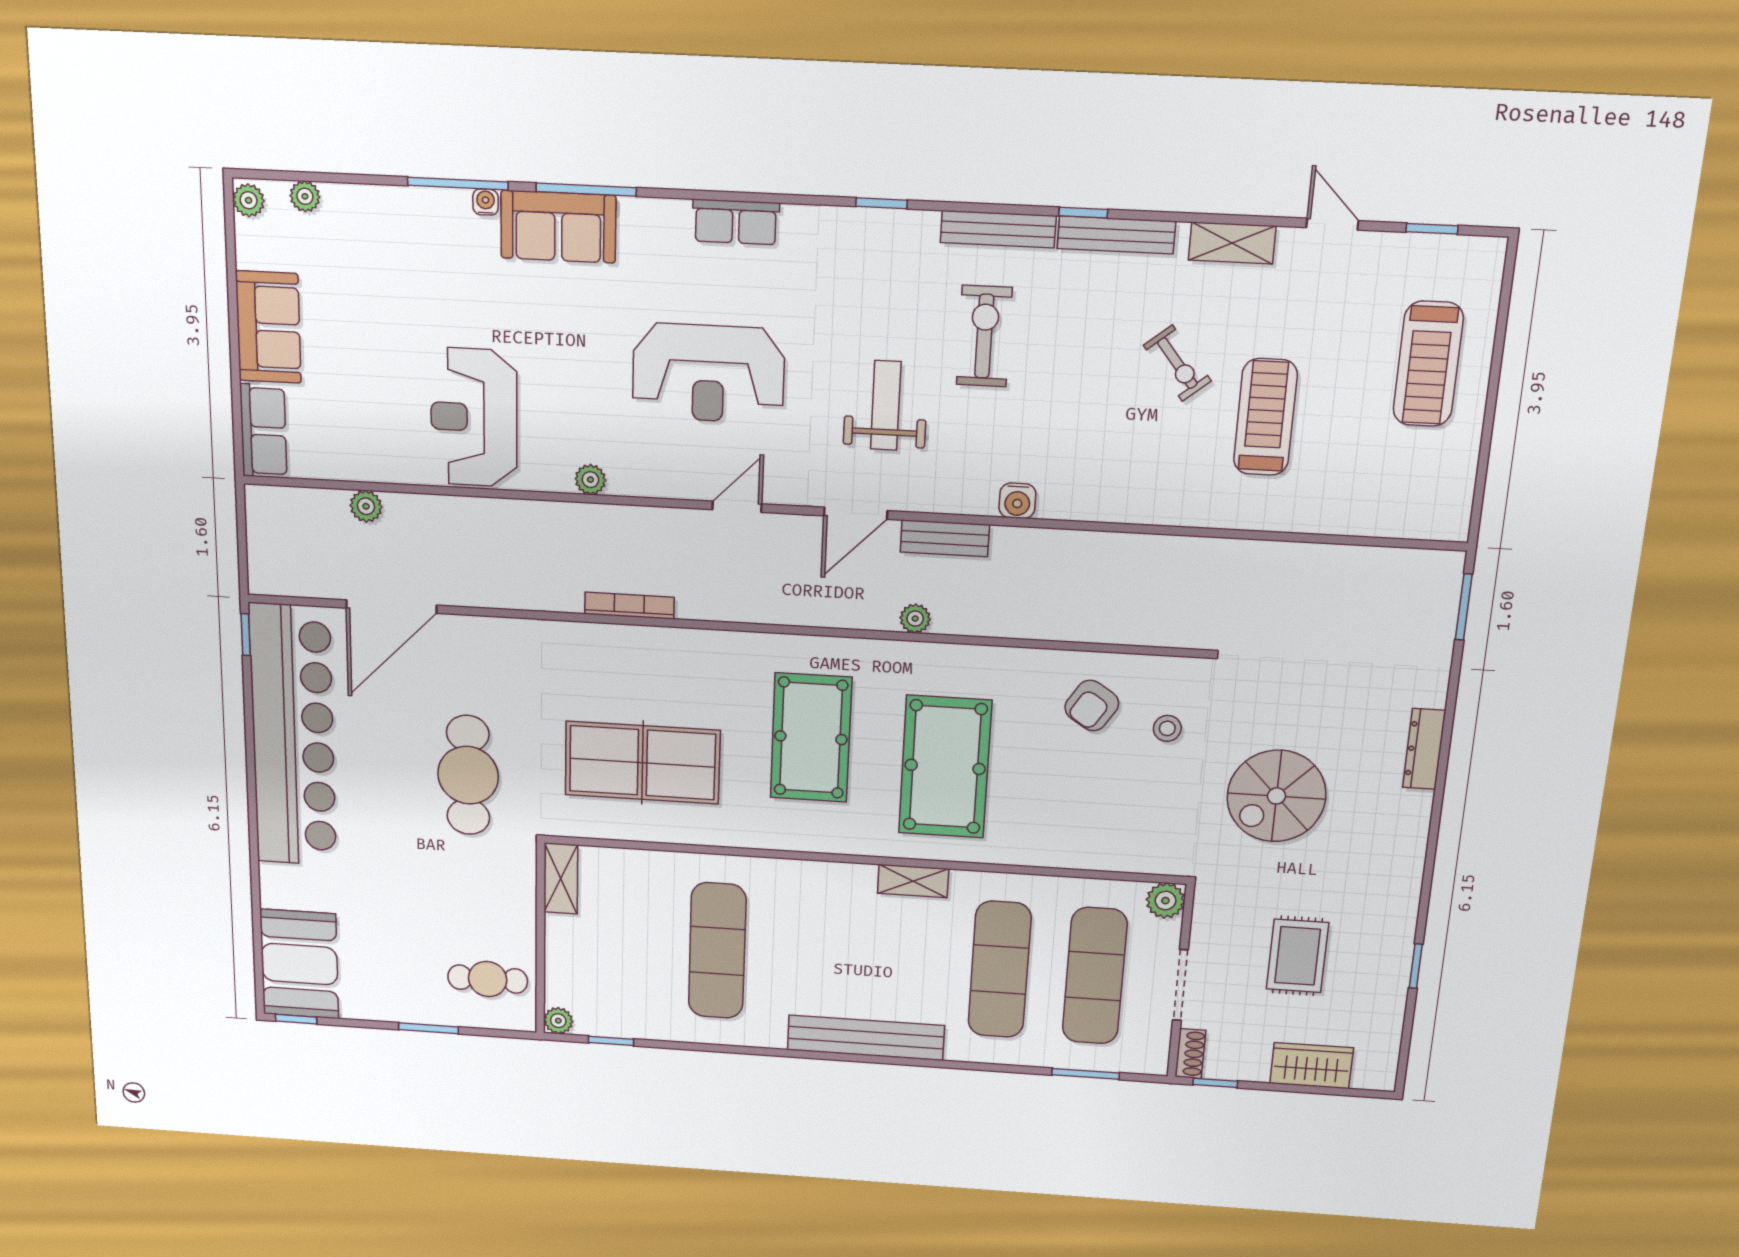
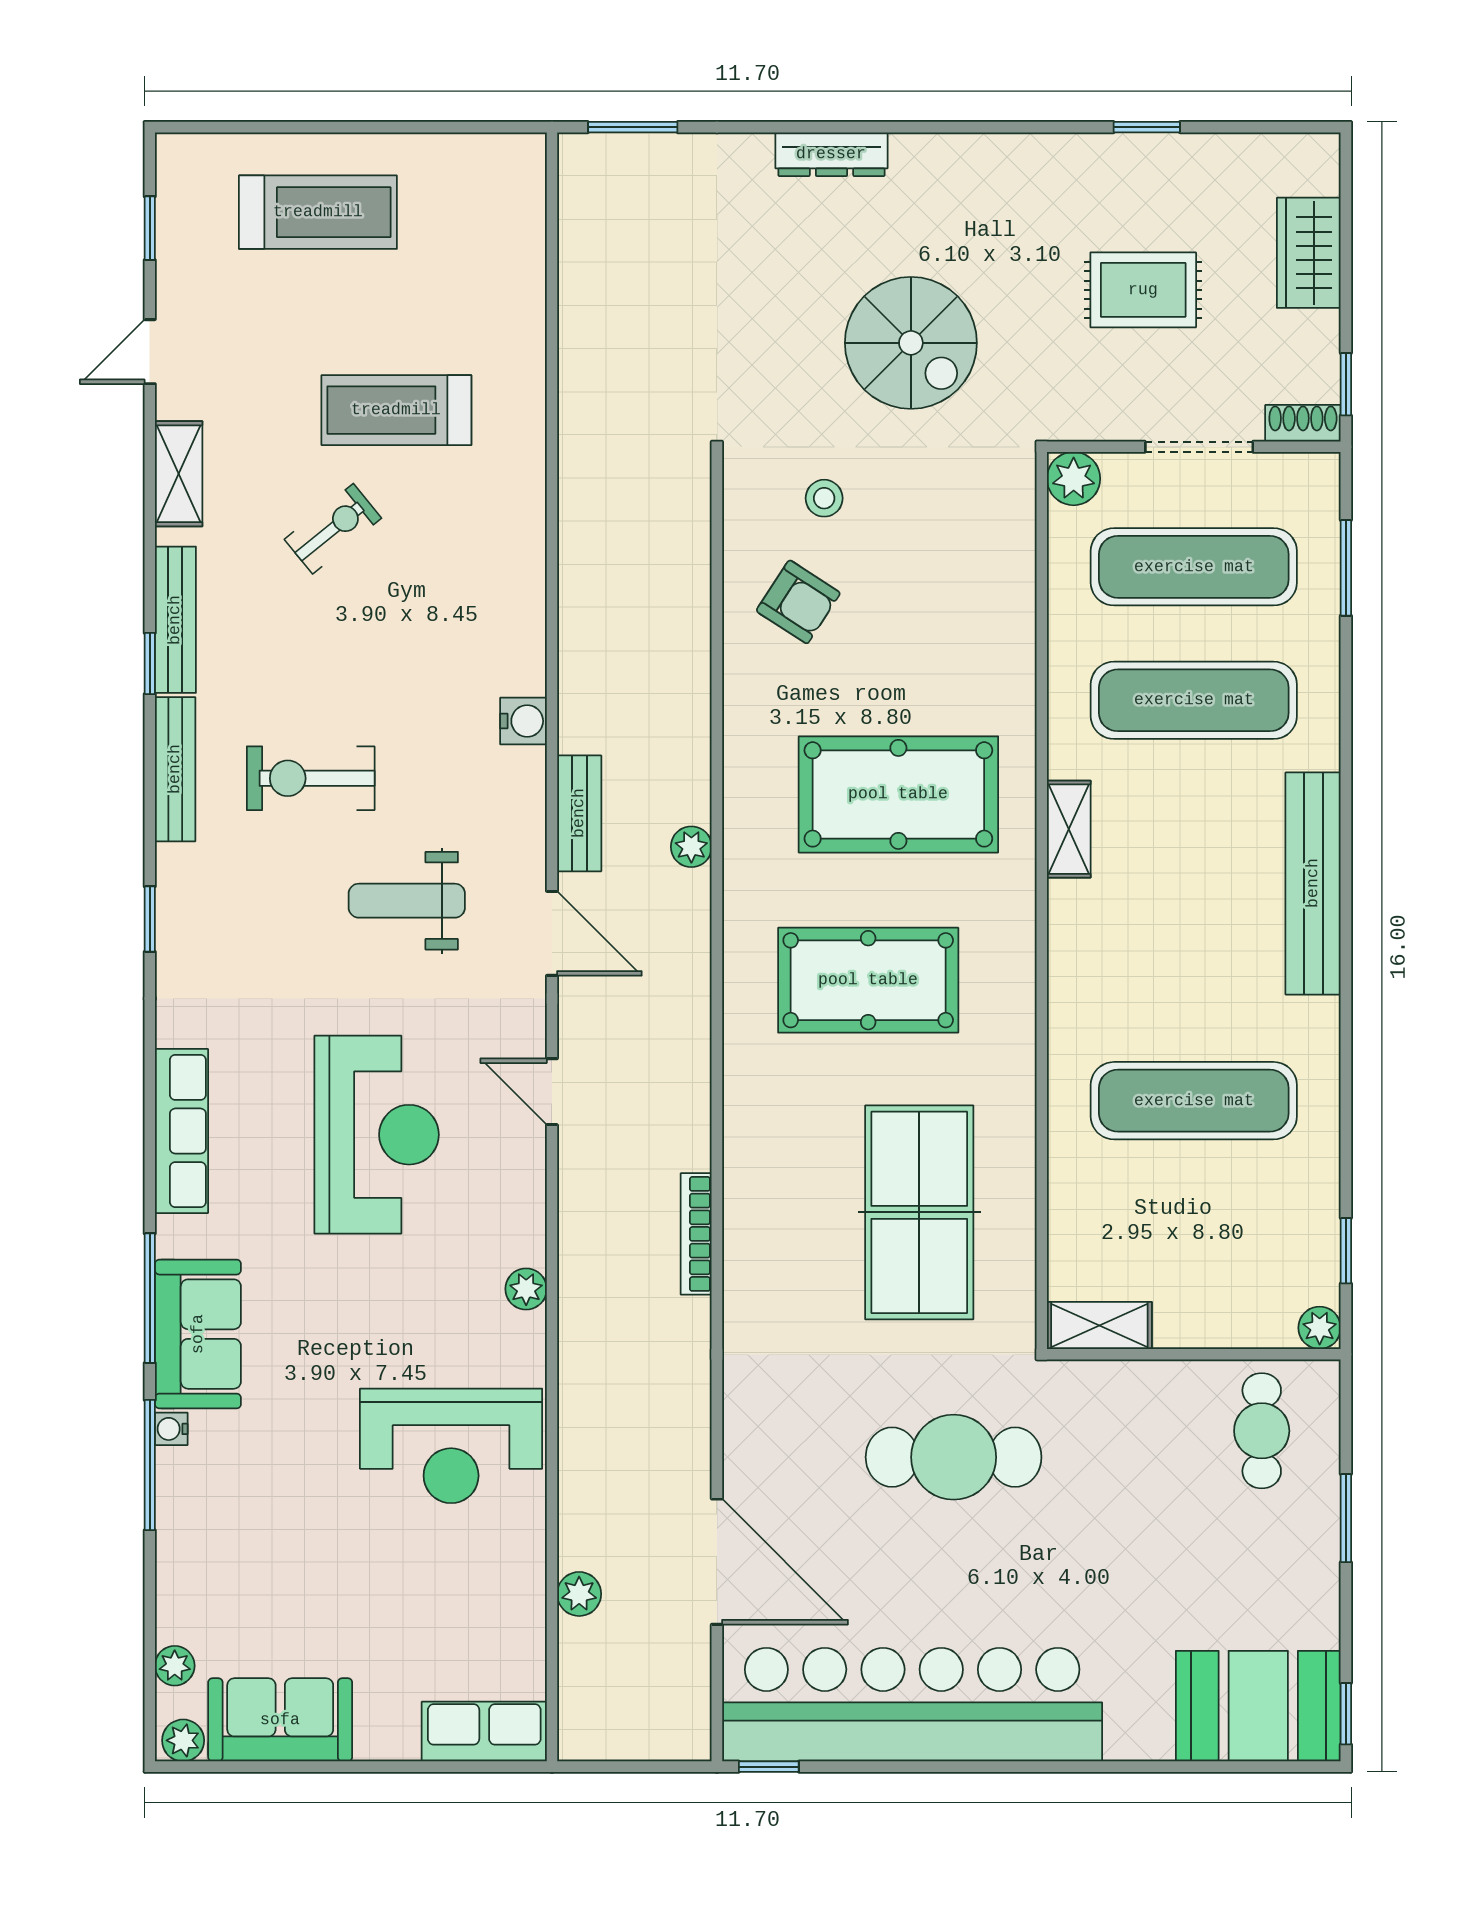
row of seats: (736, 222) -> (181, 1131), width x1.48
sofa: (268, 327) -> (280, 1720), moved

